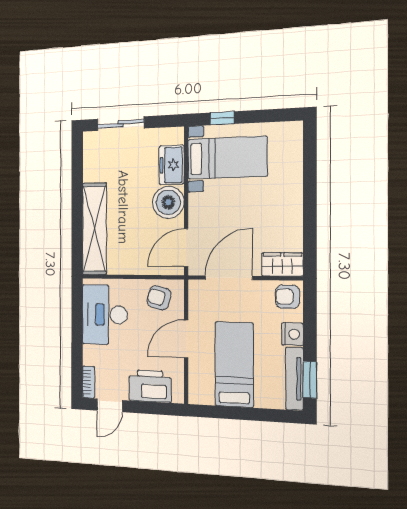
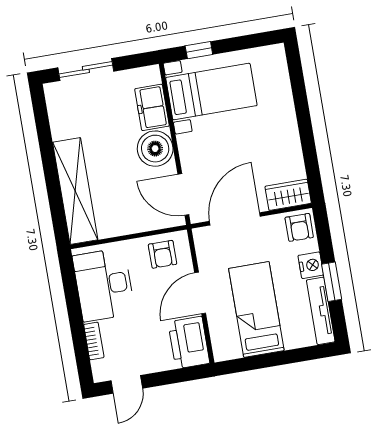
door: (186, 248) -> (183, 195), hinge flipped
armchair: (288, 297) -> (299, 227), turned -90
armchair: (159, 298) -> (162, 254), turned -104
window: (310, 380) -> (332, 282), moved
bookcase: (89, 382) -> (94, 341), moved
printer: (150, 386) -> (189, 343), moved, turned -90

